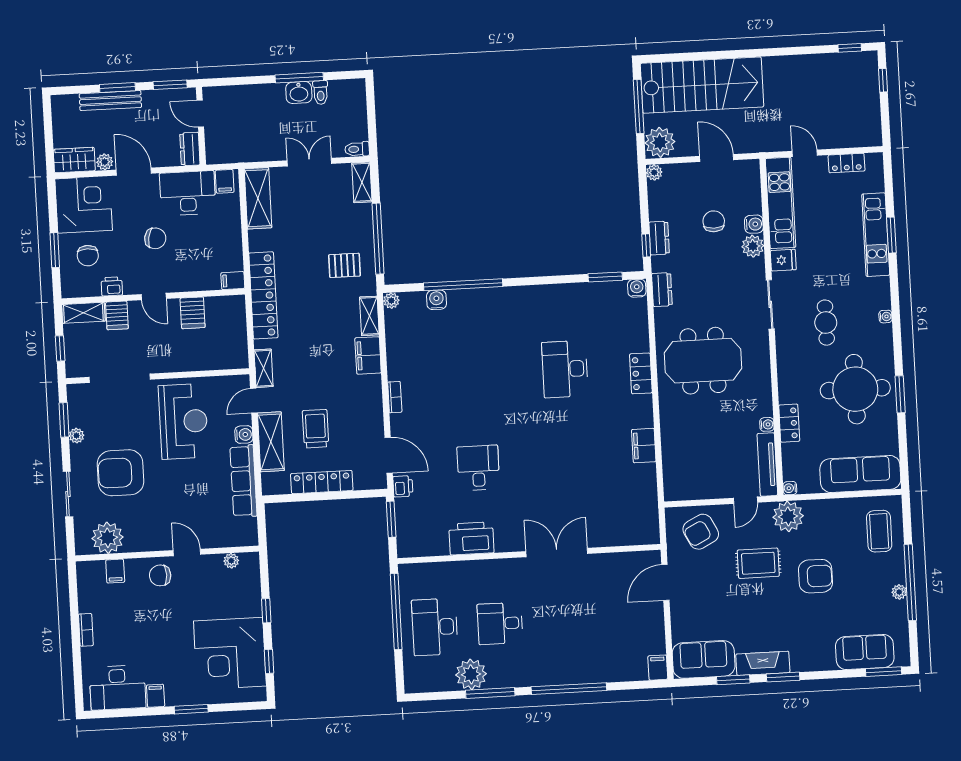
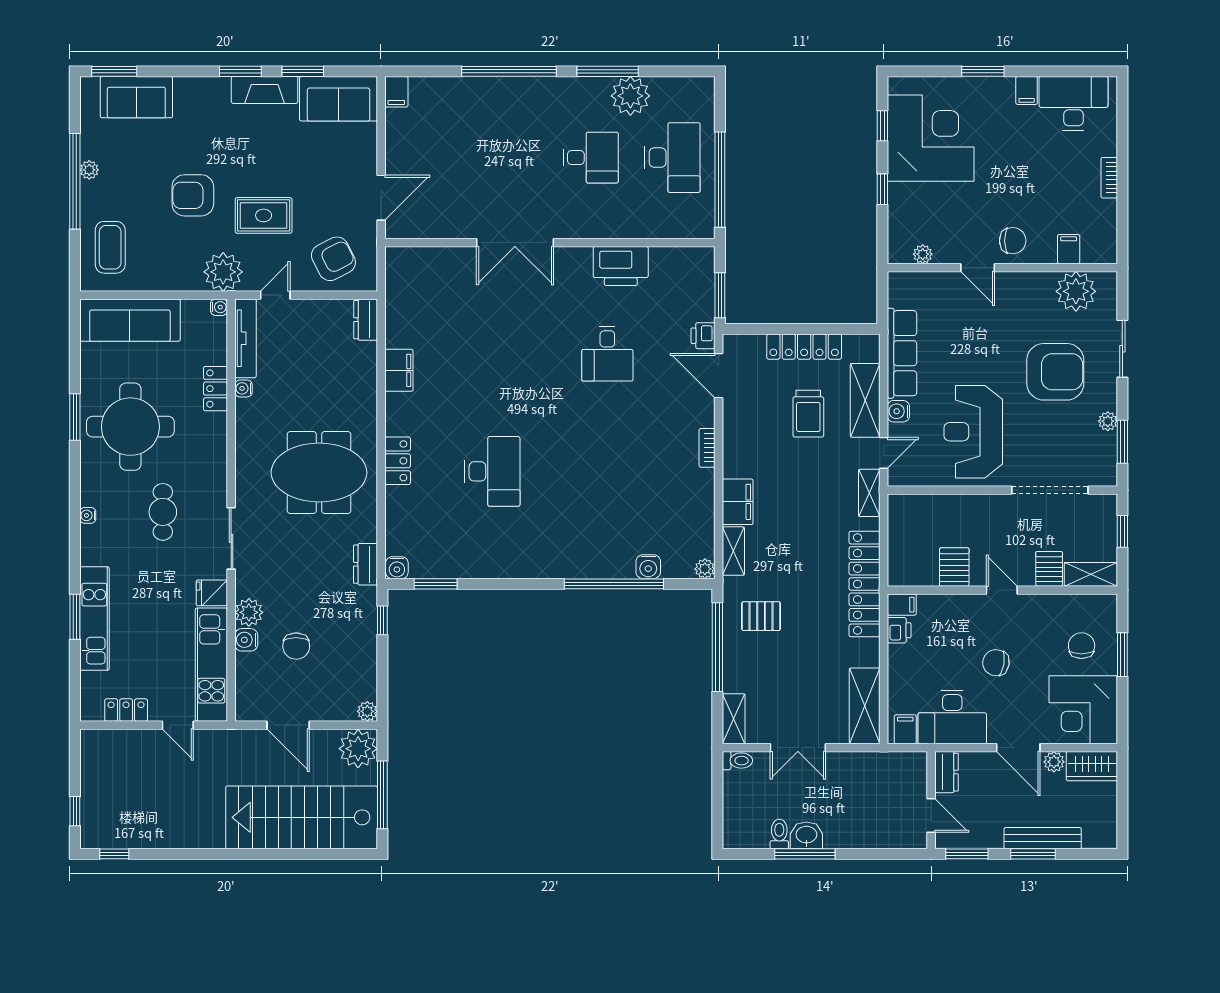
dresser: (659, 238) -> (366, 320), moved
printer: (112, 286) -> (899, 630), moved, turned -90

